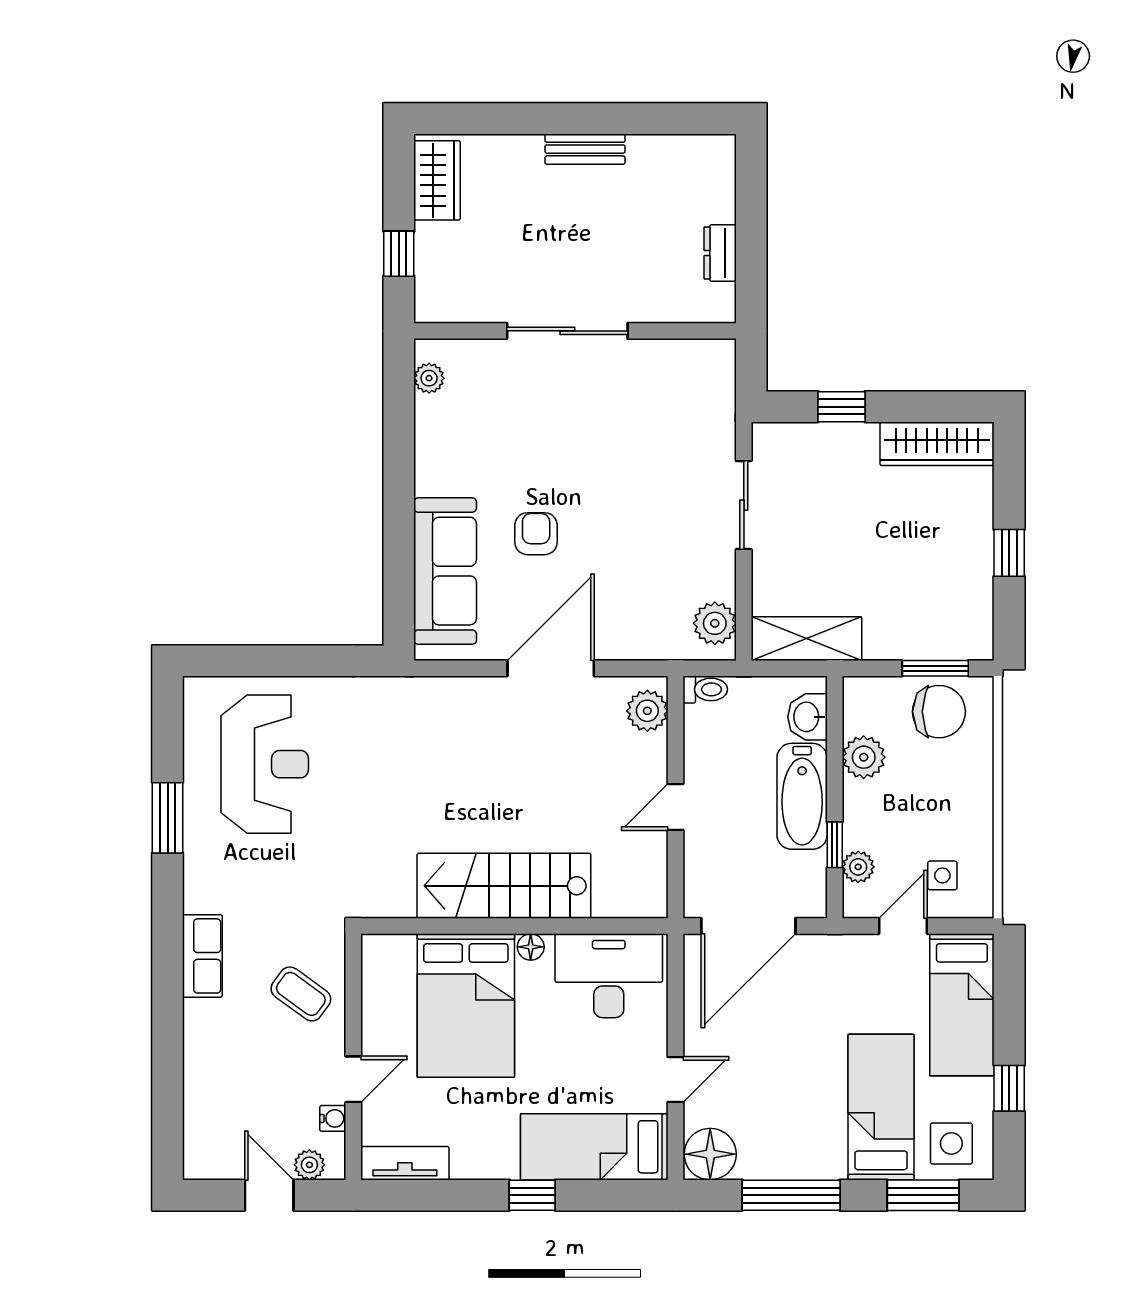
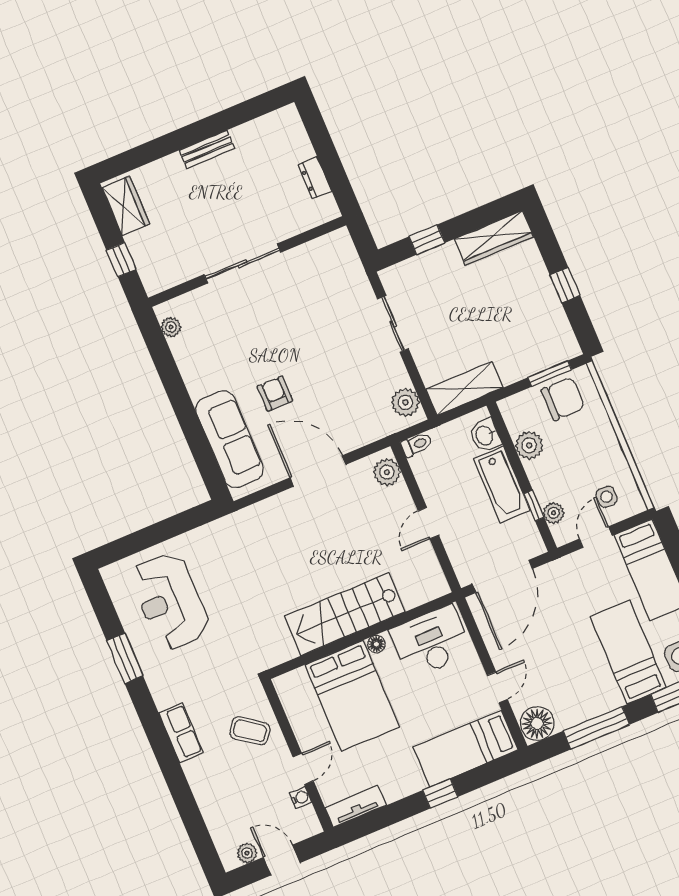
door: (551, 668) -> (318, 471), hinge flipped
reception desk: (265, 764) -> (170, 601), turned 180
plant: (309, 1165) -> (247, 853), moved

